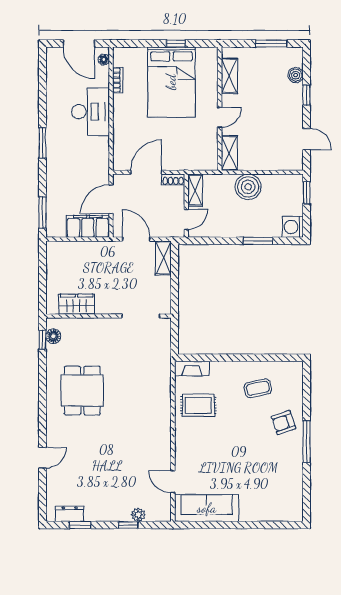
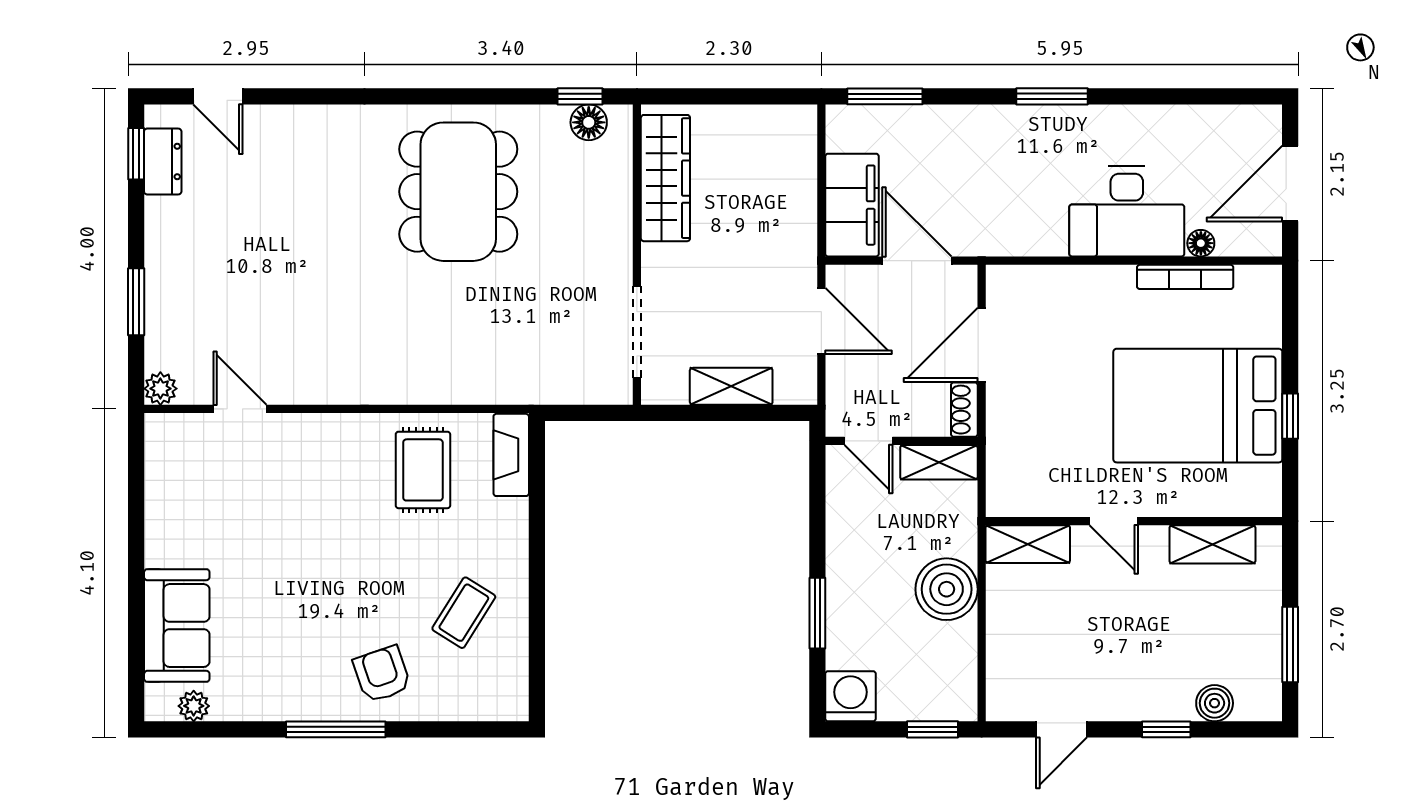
floor lamp: (104, 60) -> (1201, 243), moved
bookcase: (118, 80) -> (1185, 277), width x1.56
door: (146, 172) -> (982, 345), swing flipped
door: (136, 239) -> (821, 321), hinge flipped
shelving: (163, 258) -> (731, 386), moved
wardrobe: (77, 304) -> (665, 178), width x1.50
coffee table: (258, 388) -> (464, 613), turned 44
dining table: (82, 391) -> (458, 192), width x1.38
door: (42, 458) -> (218, 96), moved
door: (173, 482) -> (240, 409), hinge flipped
plant: (297, 501) -> (194, 706), added
sofa: (207, 508) -> (177, 626), moved, width x0.73
plant: (138, 515) -> (160, 389), moved
window: (80, 525) -> (136, 154), moved
window: (128, 525) -> (136, 302), width x1.50

